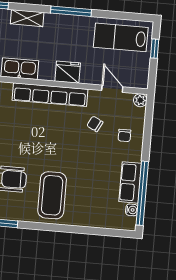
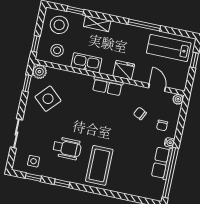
window: (71, 11) -> (144, 25), moved
row of seats: (50, 95) -> (107, 86), width x0.50
water cooler: (132, 210) -> (169, 142), moved

